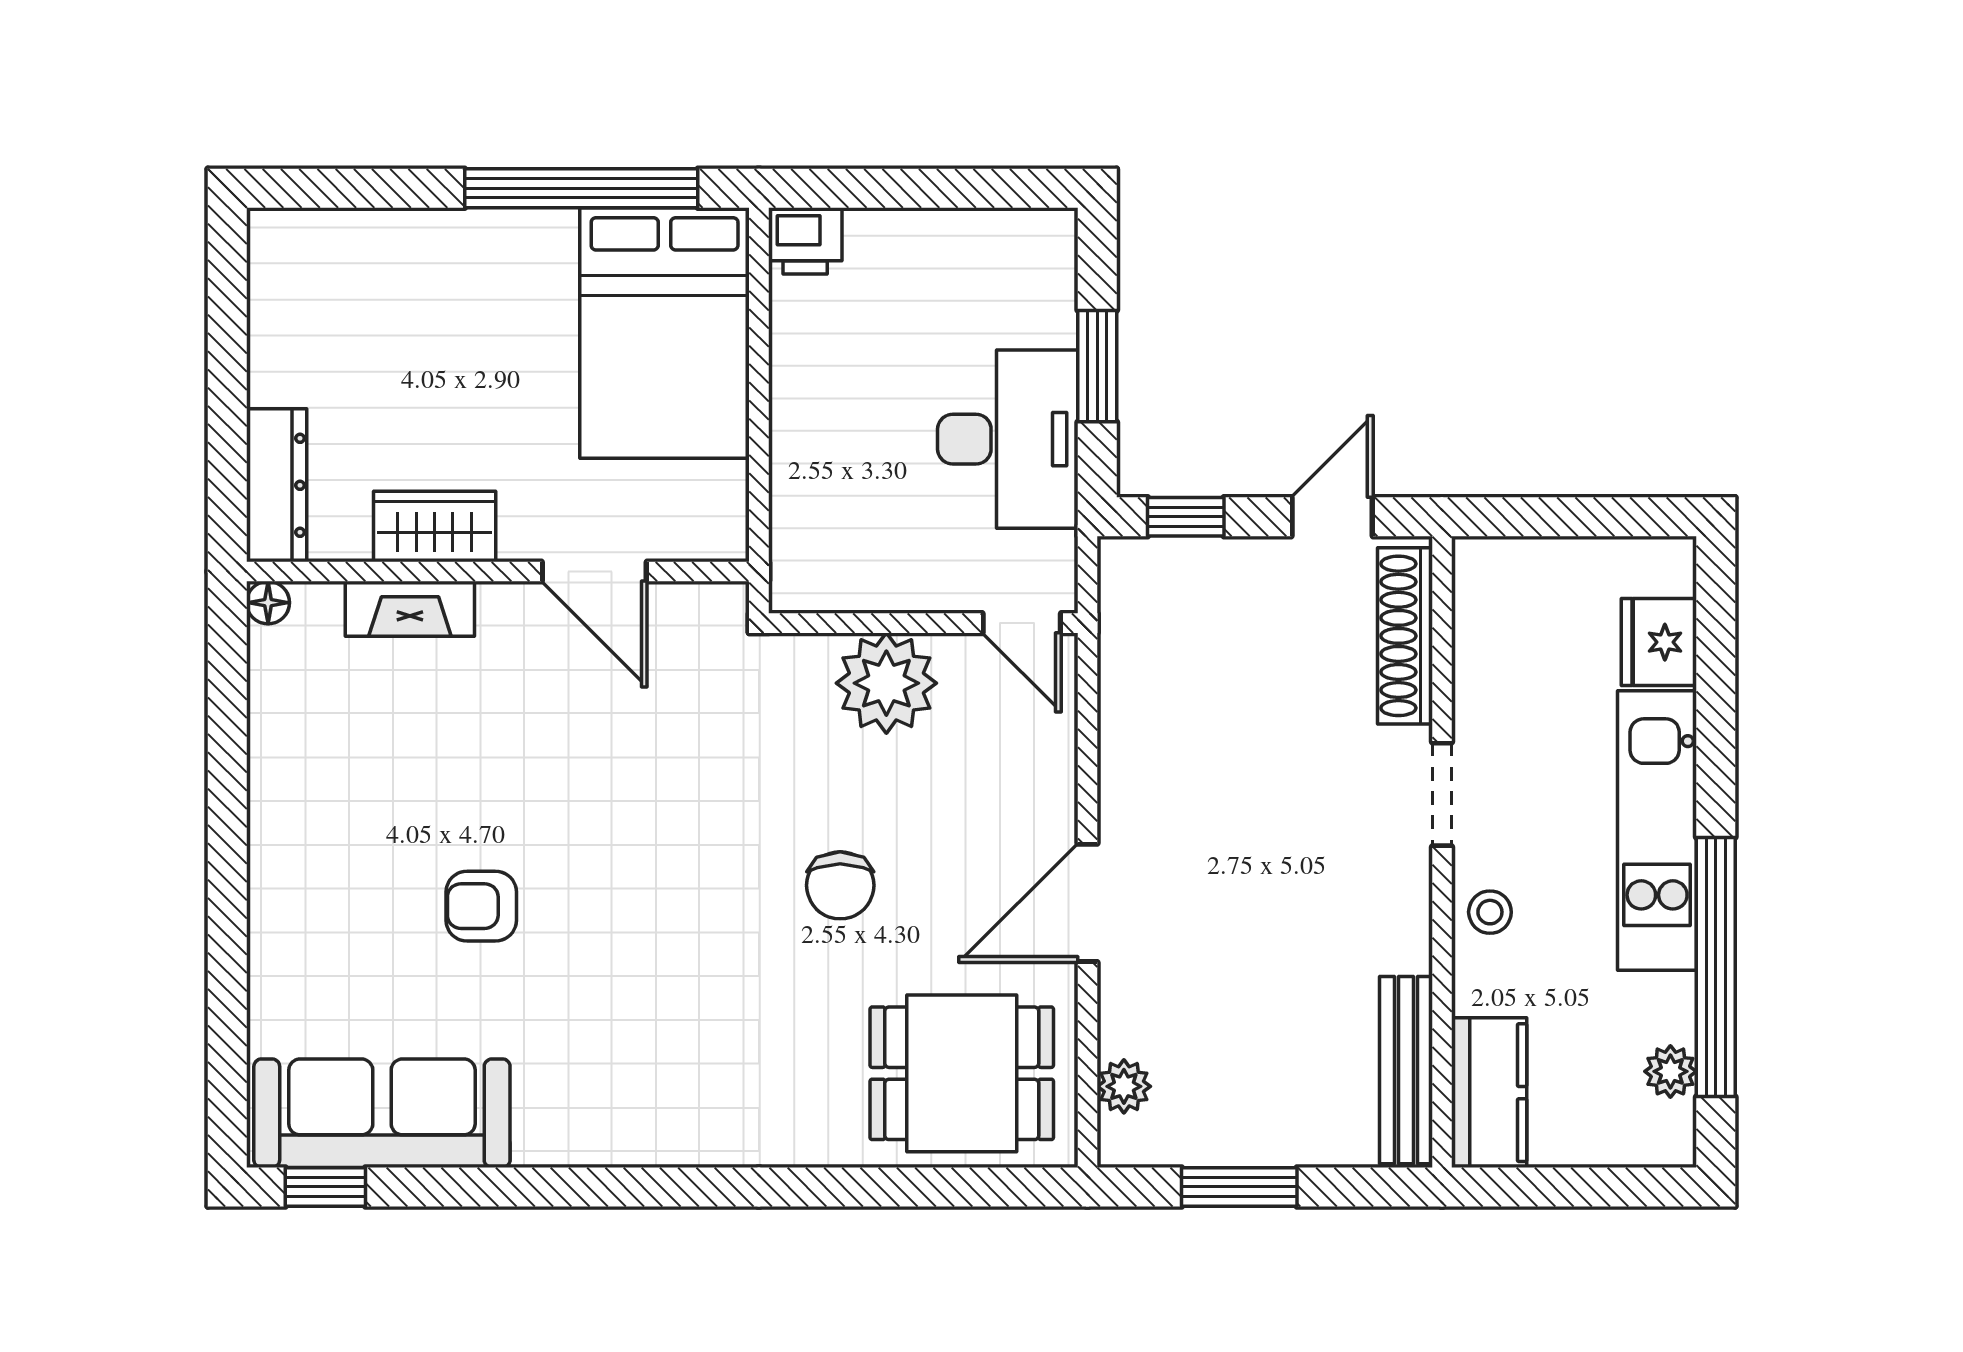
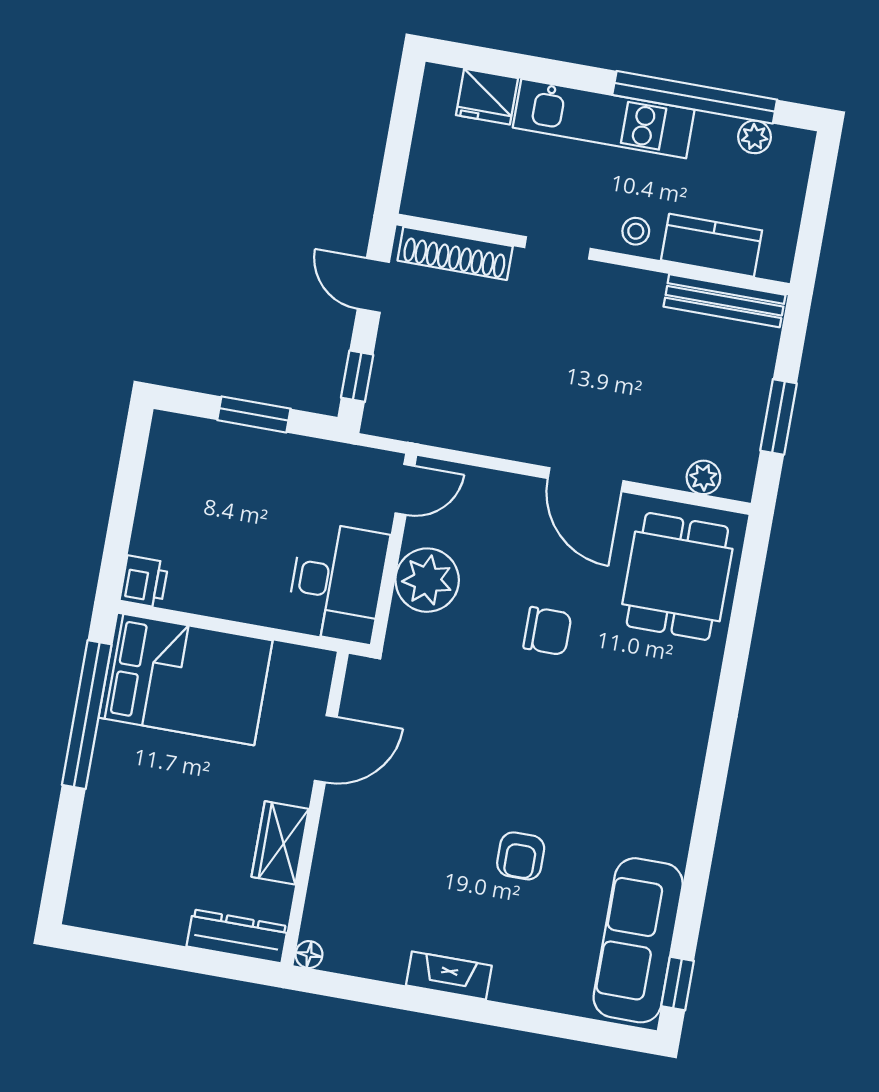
desk: (1008, 439) -> (337, 582), moved, turned 90
fireplace: (410, 609) -> (449, 976), moved, turned -90
kitchen counter: (1489, 1093) -> (712, 245), moved

